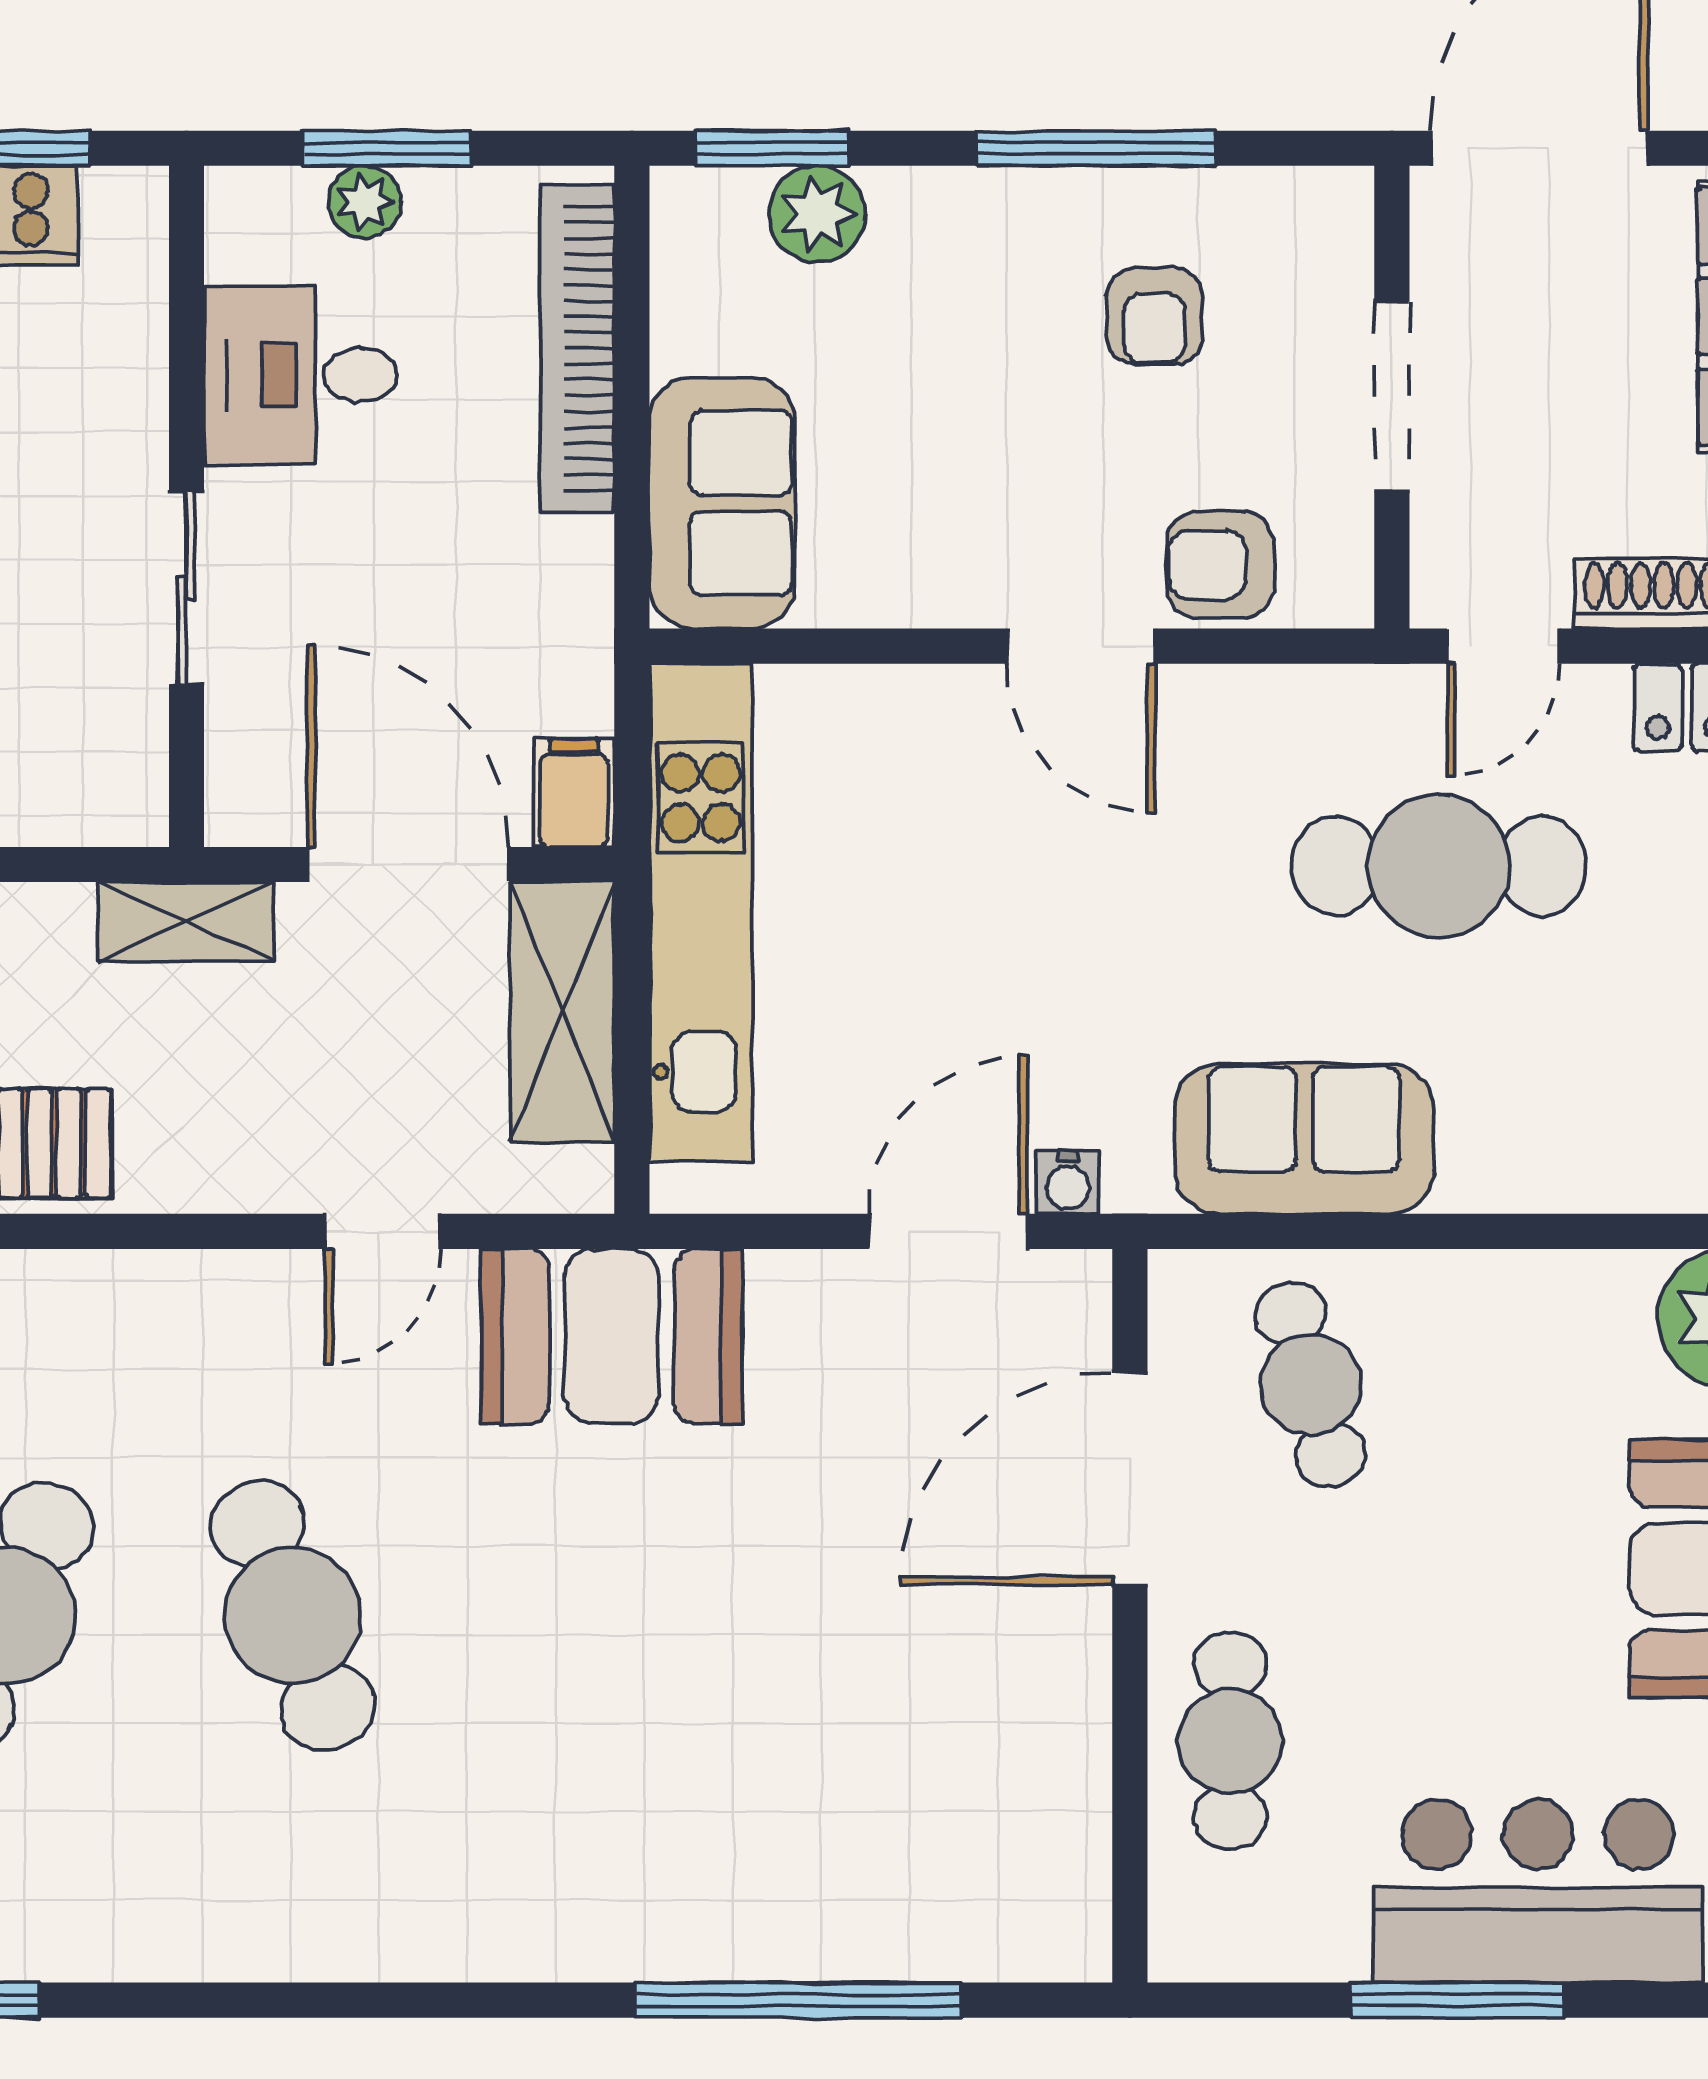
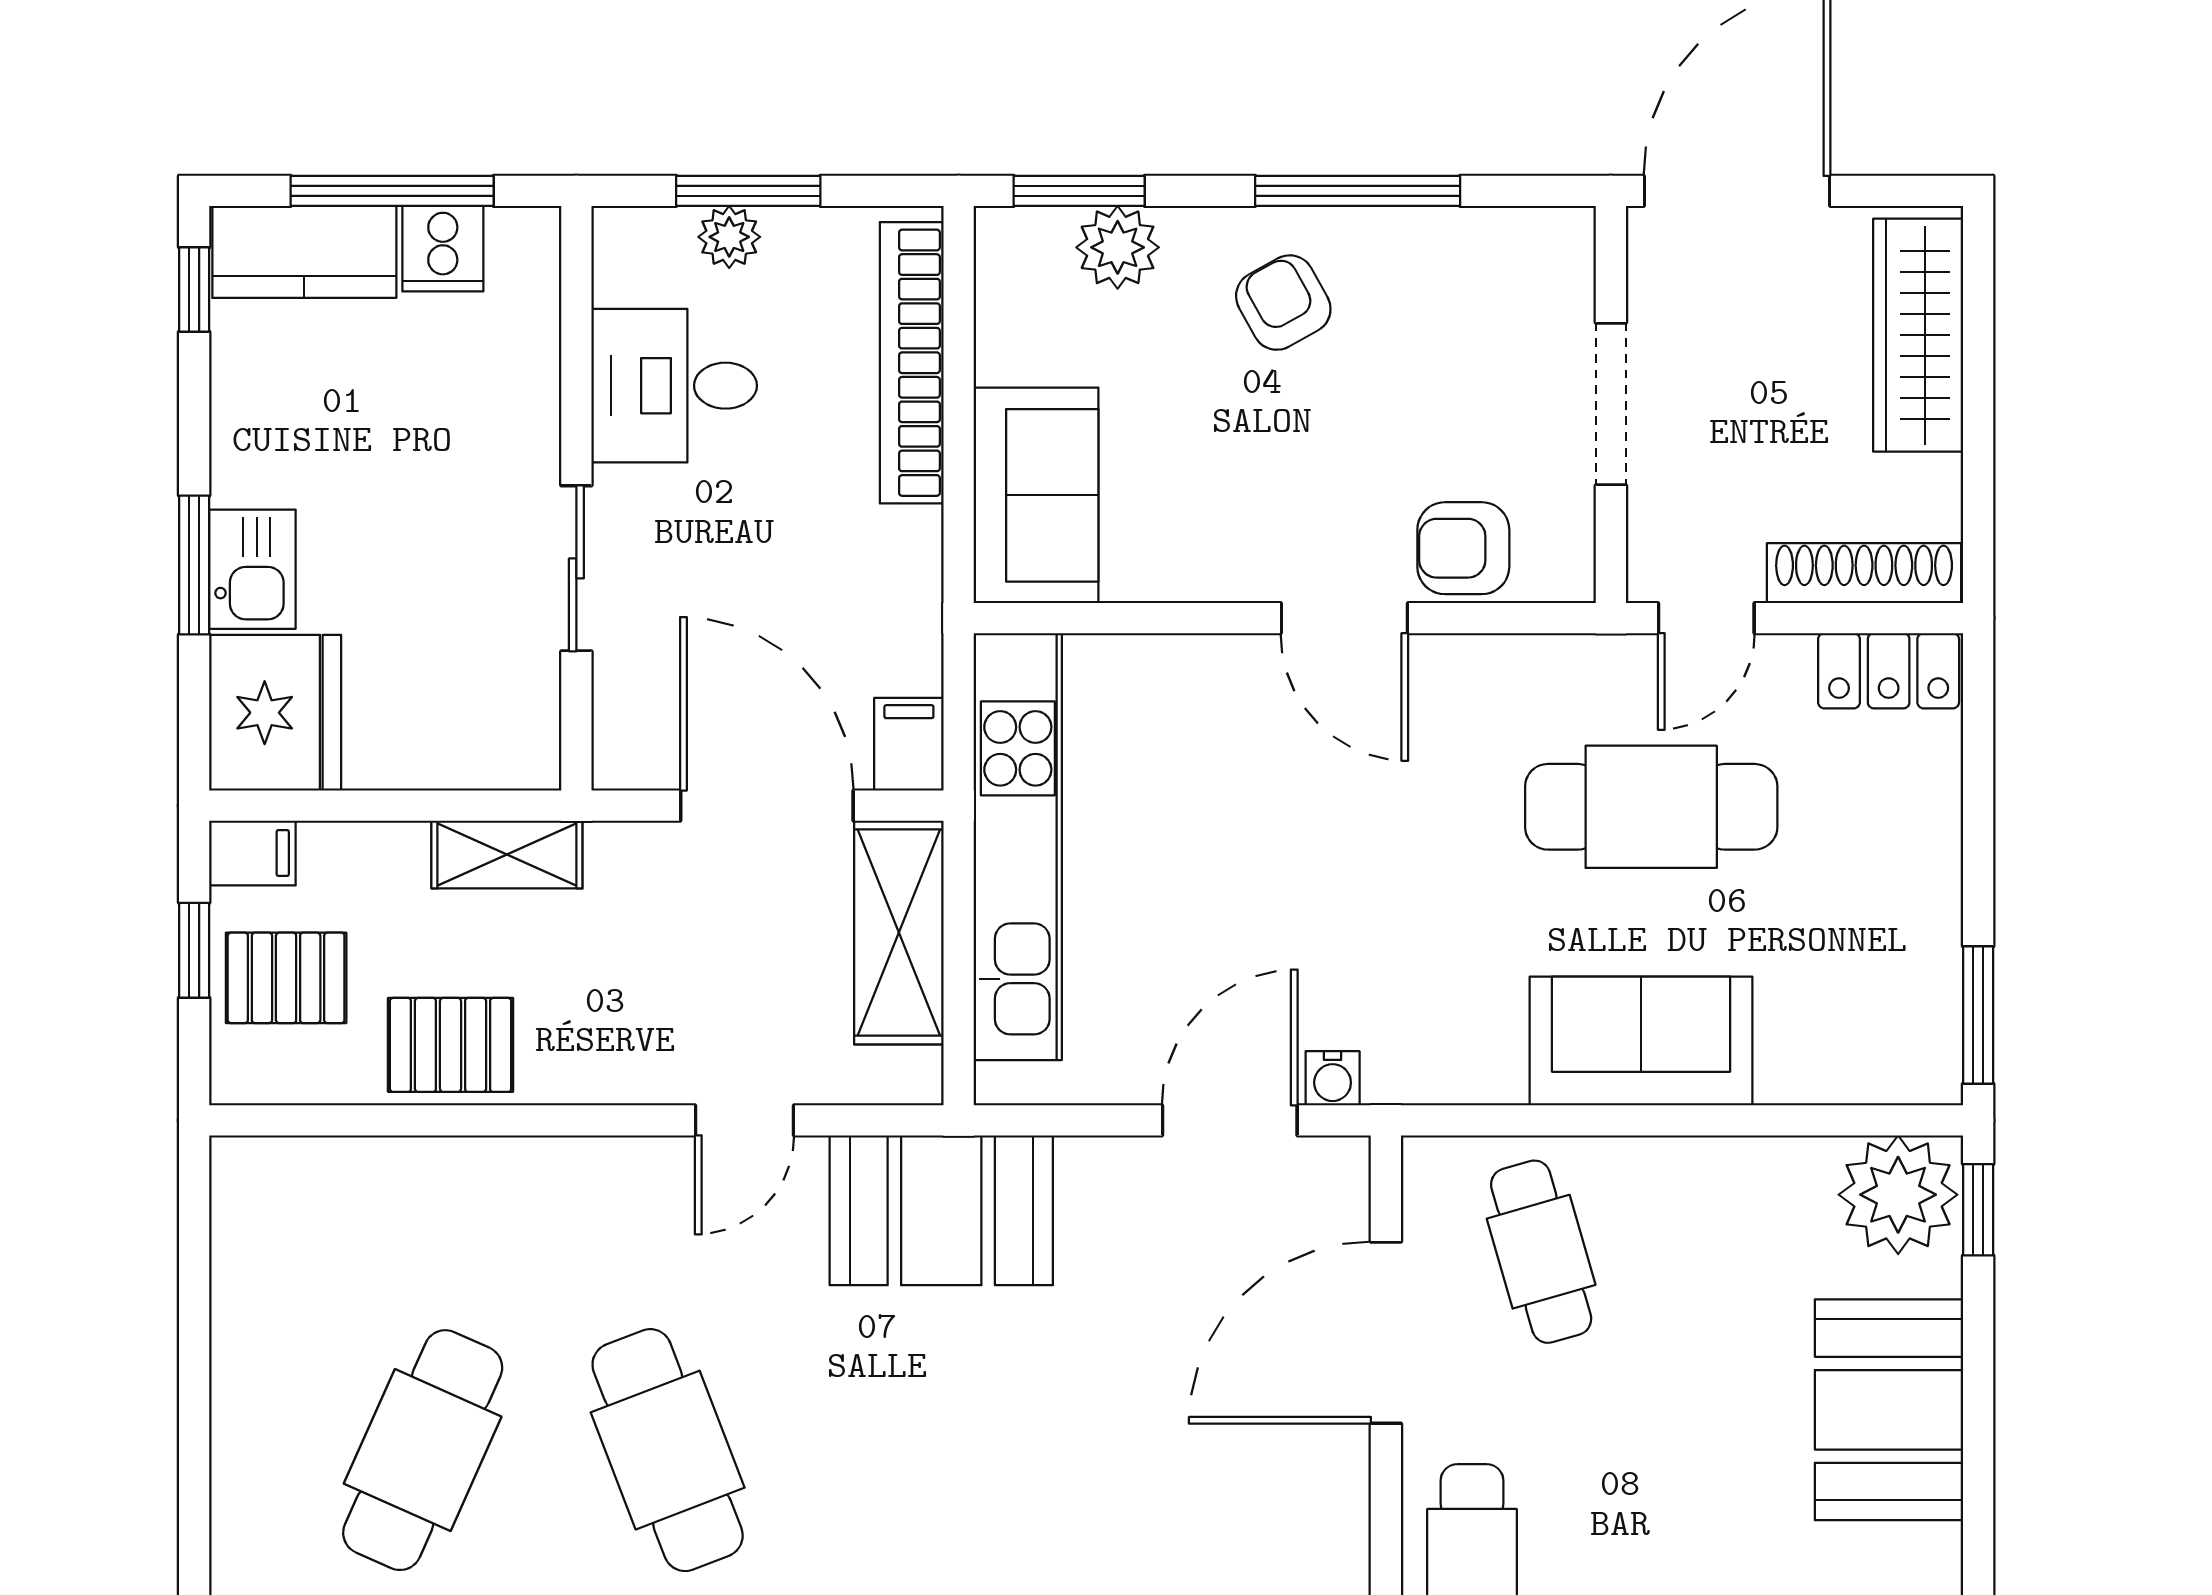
armchair: (1154, 316) -> (1283, 303), moved, turned 151
shelving: (186, 922) -> (507, 855), moved
sofa: (1304, 1139) -> (1641, 1041), moved

